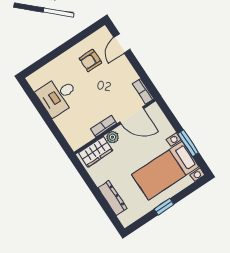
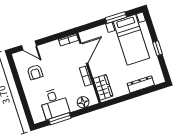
window: (40, 108) -> (60, 119), added
floor lamp: (70, 132) -> (83, 102), added
plant: (112, 137) -> (96, 72), removed

